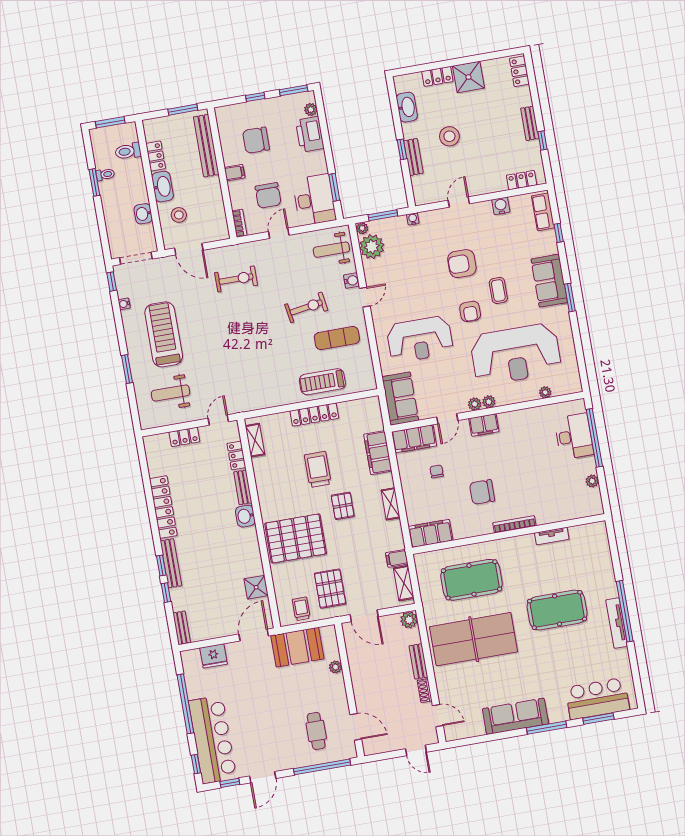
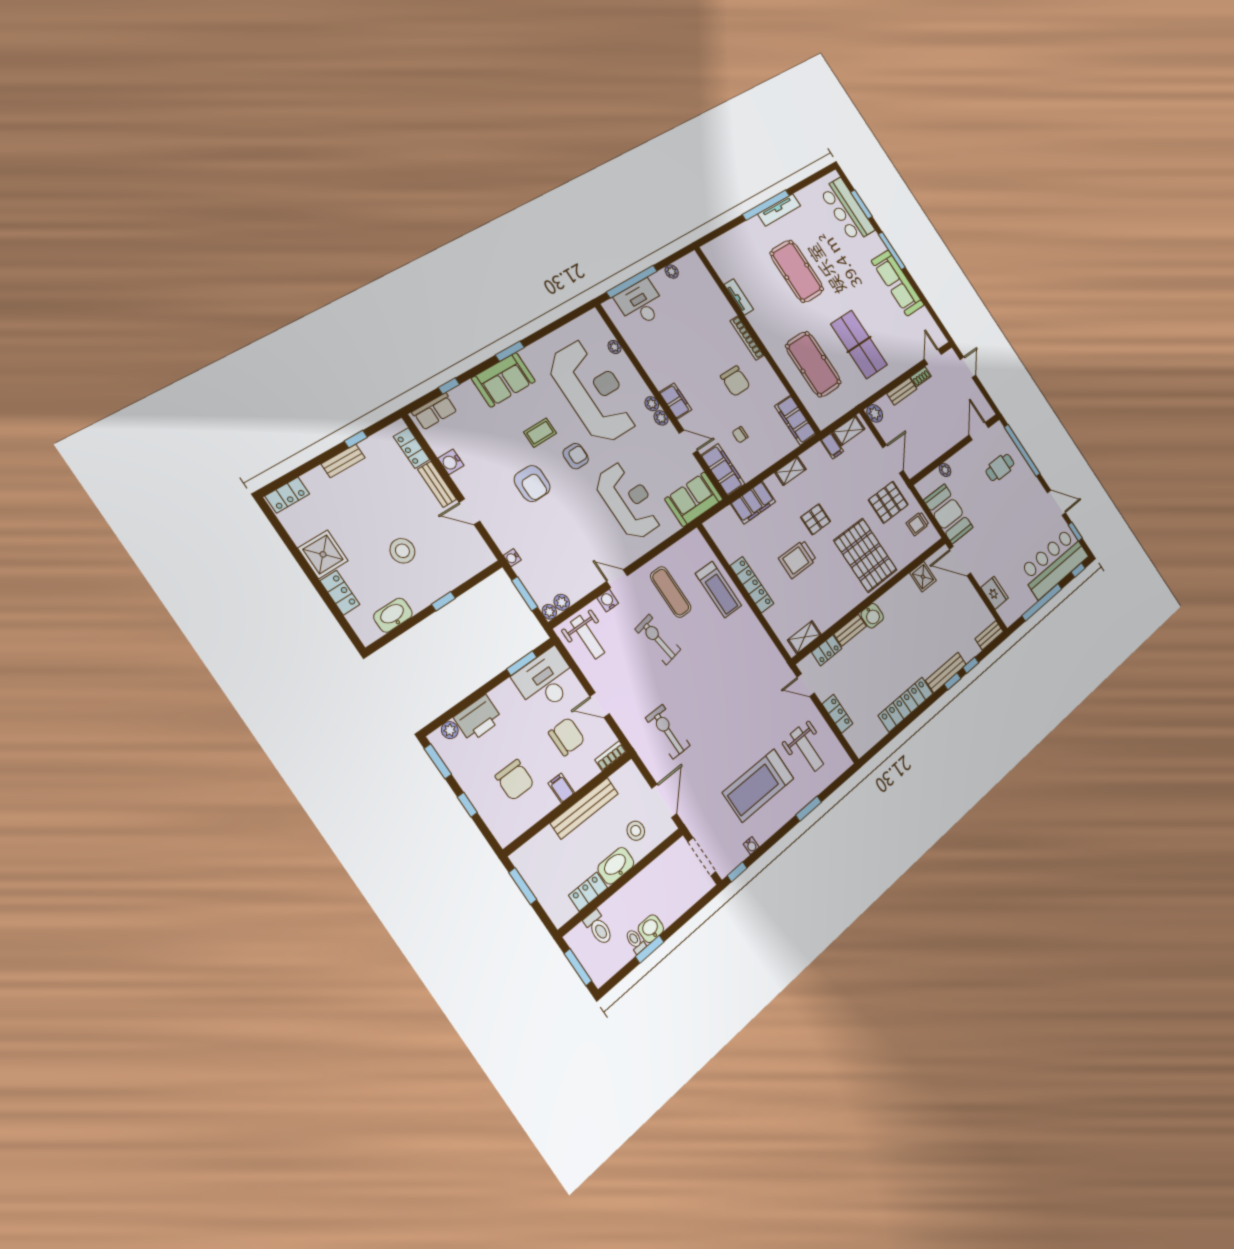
bench: (206, 146) -> (584, 808), moved
bench: (413, 157) -> (437, 484), moved, turned 90
washbasin: (143, 214) -> (651, 929), moved, turned 180
plant: (372, 247) -> (562, 602), width x0.53, depth x0.53
table tennis table: (474, 639) -> (859, 344), width x0.73, depth x0.76

